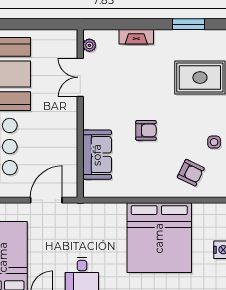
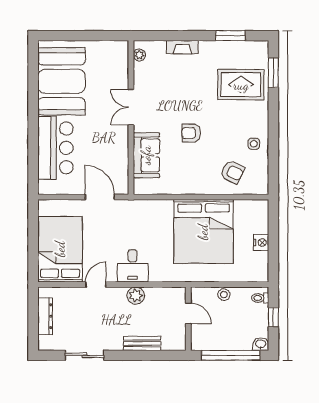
double door: (80, 77) -> (131, 107), moved
armchair: (146, 130) -> (191, 133), turned 180
door: (46, 200) -> (100, 197), hinge flipped

